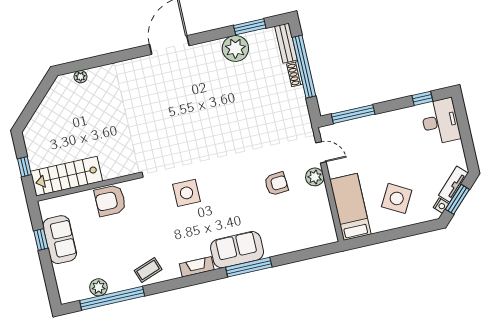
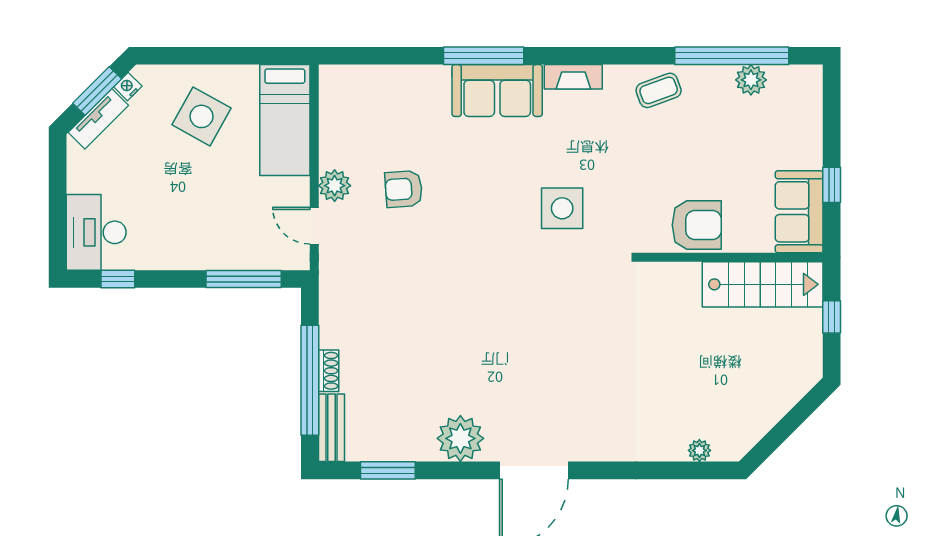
plant: (235, 48) -> (460, 438), moved
sofa: (60, 240) -> (799, 212), moved

